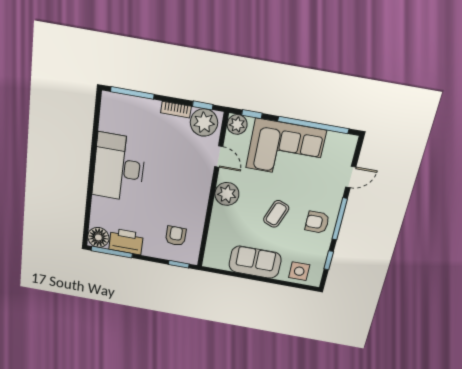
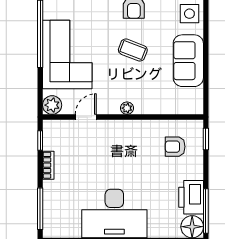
window: (252, 114) -> (40, 93), removed
plant: (204, 123) -> (56, 137), removed
plant: (227, 194) -> (127, 108), width x0.53, depth x0.53

